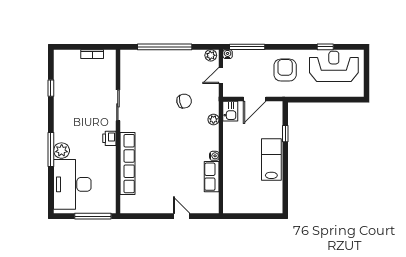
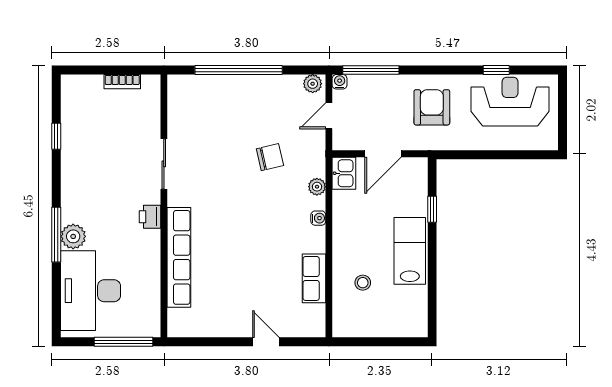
water cooler: (214, 156) -> (318, 218), moved
stool: (242, 179) -> (363, 283), added

